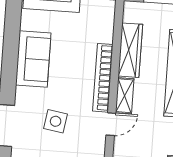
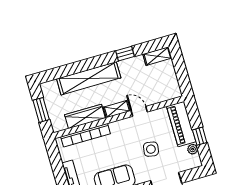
bookcase: (103, 78) -> (86, 135), moved

